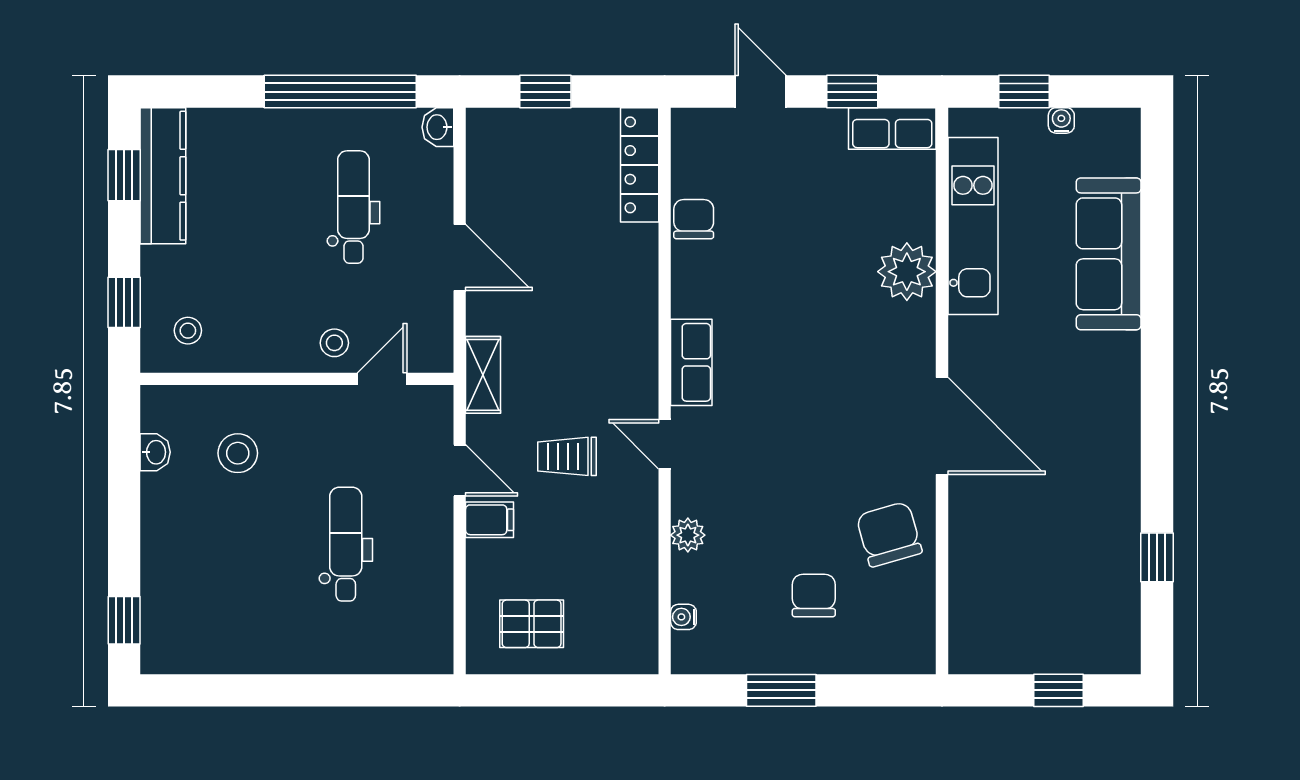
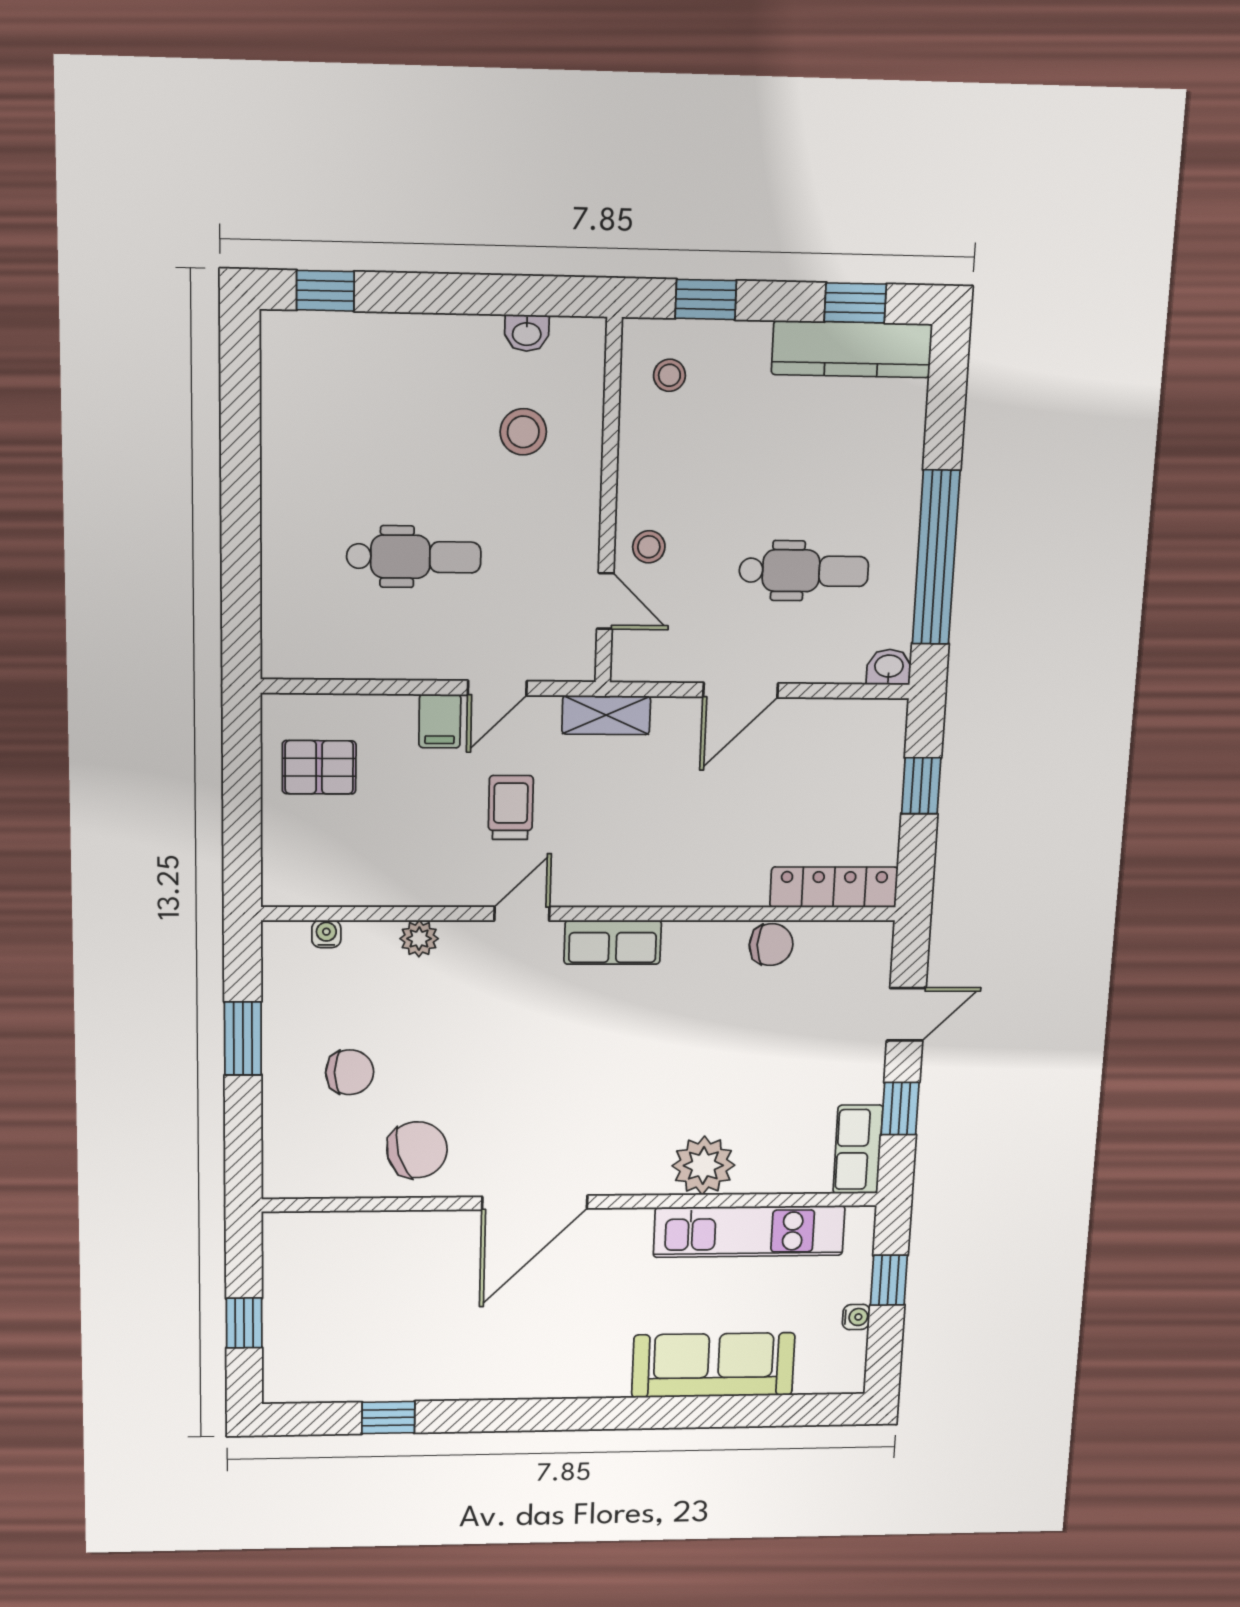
pallet: (532, 624) -> (319, 767), turned 90

